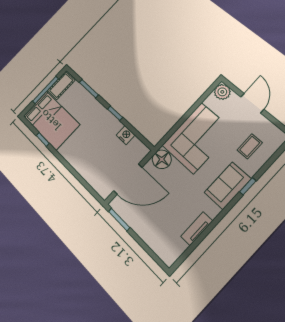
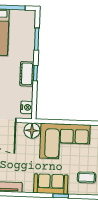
cot: (61, 86) -> (27, 74), moved, turned 90
nightstand: (126, 135) -> (27, 107), moved

